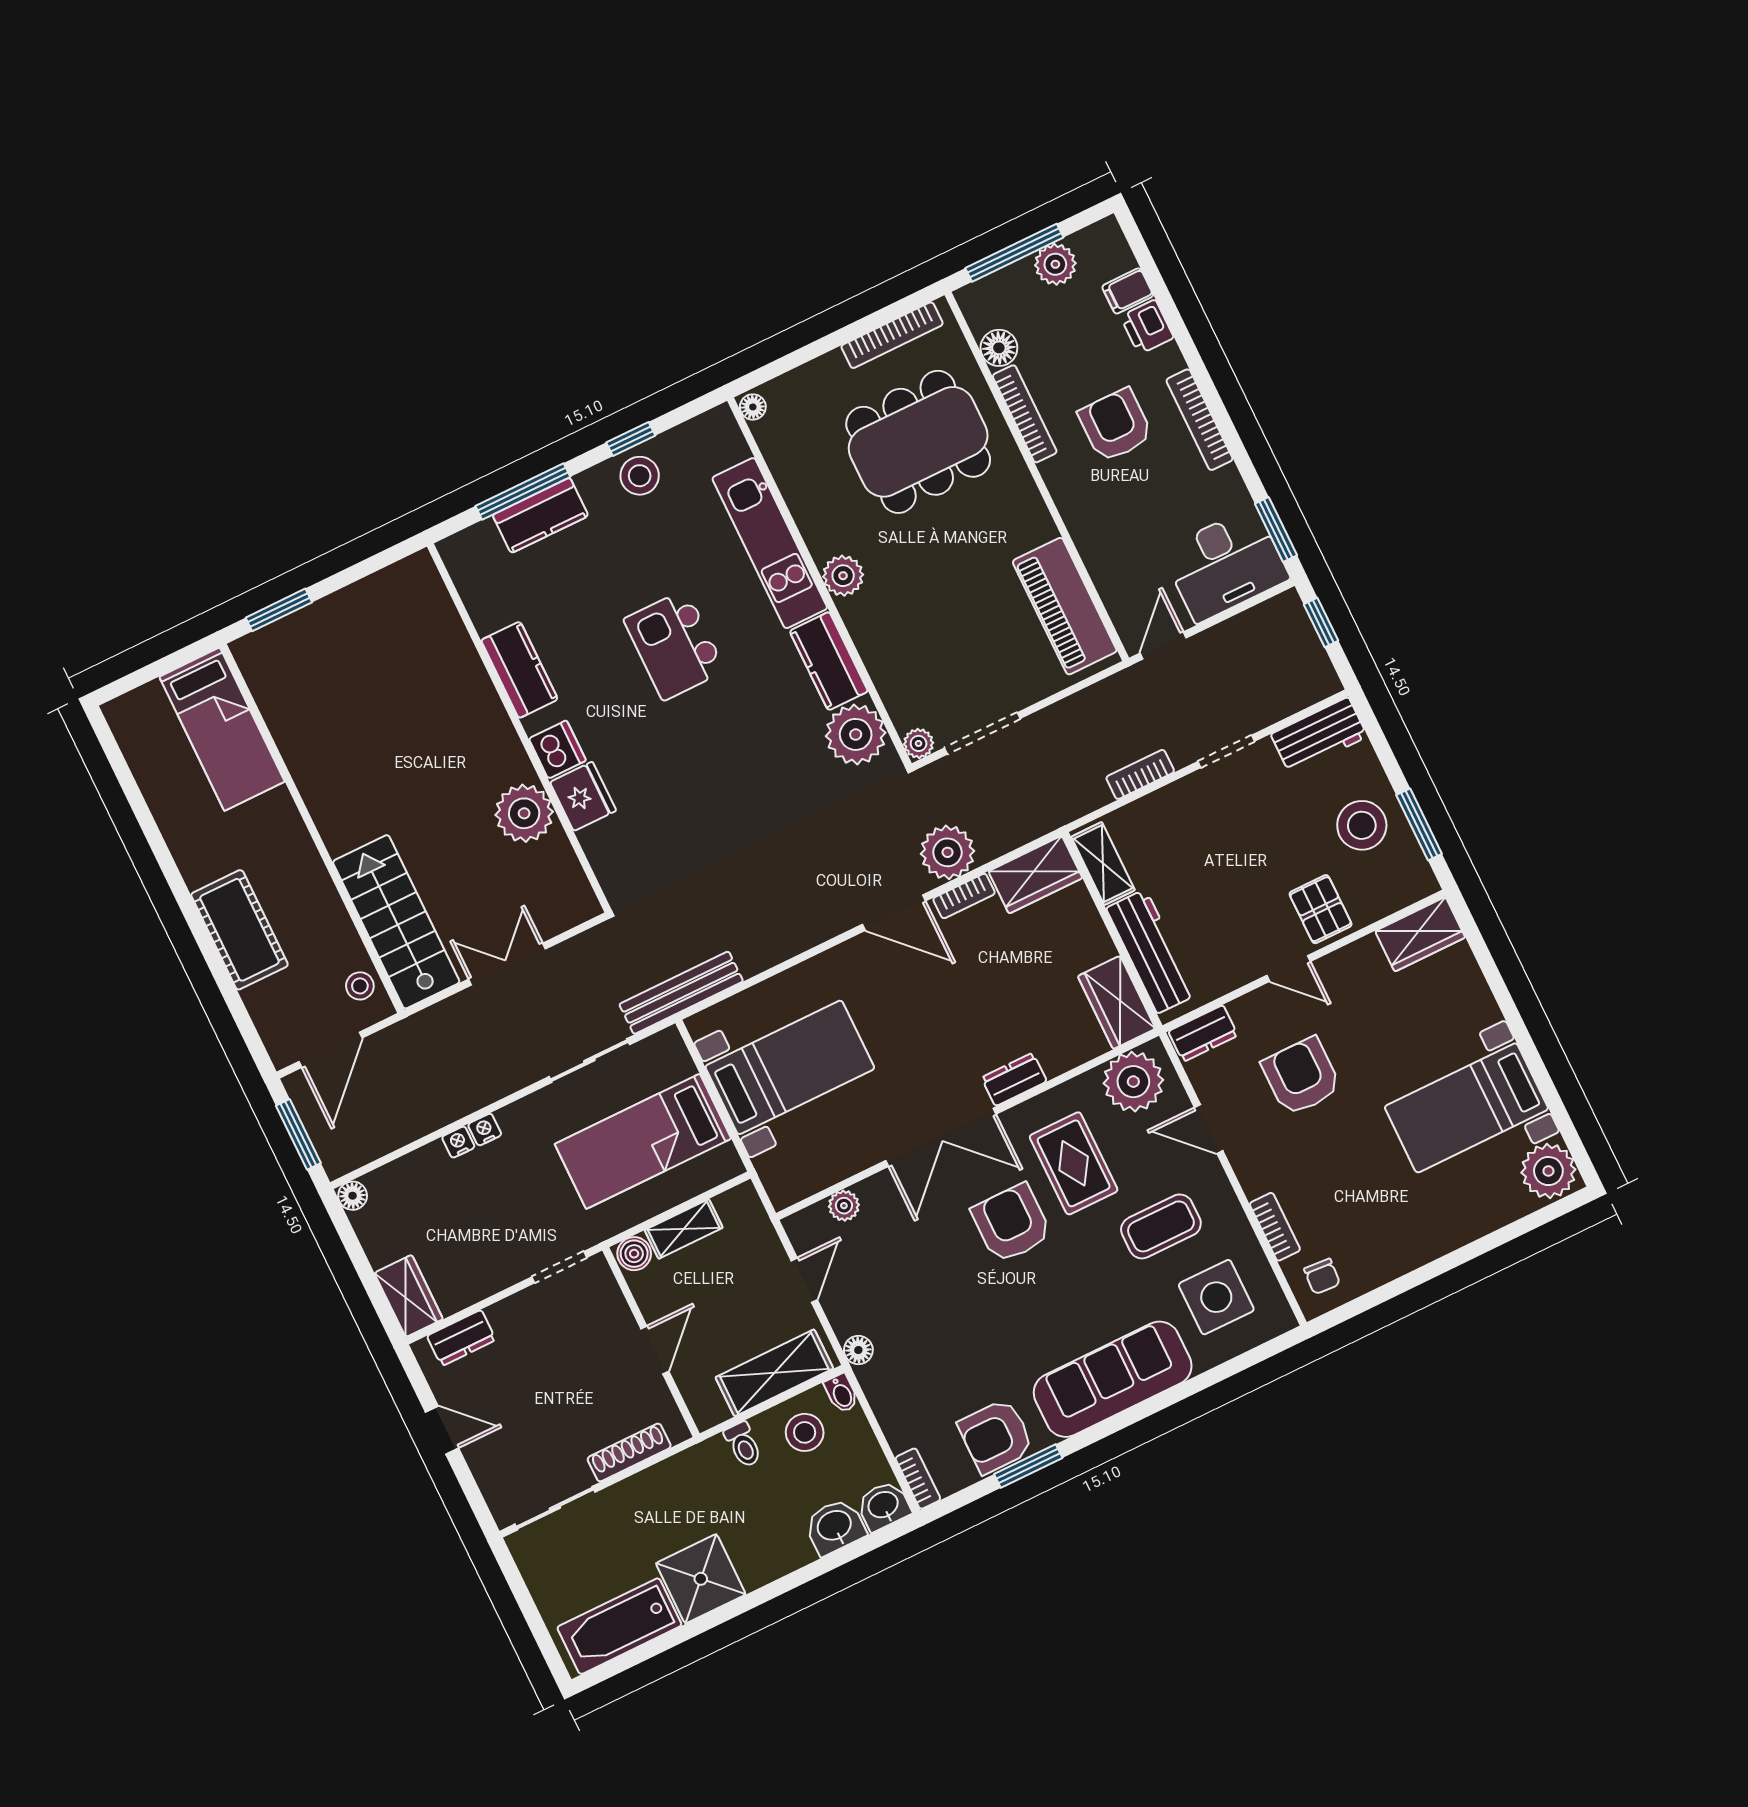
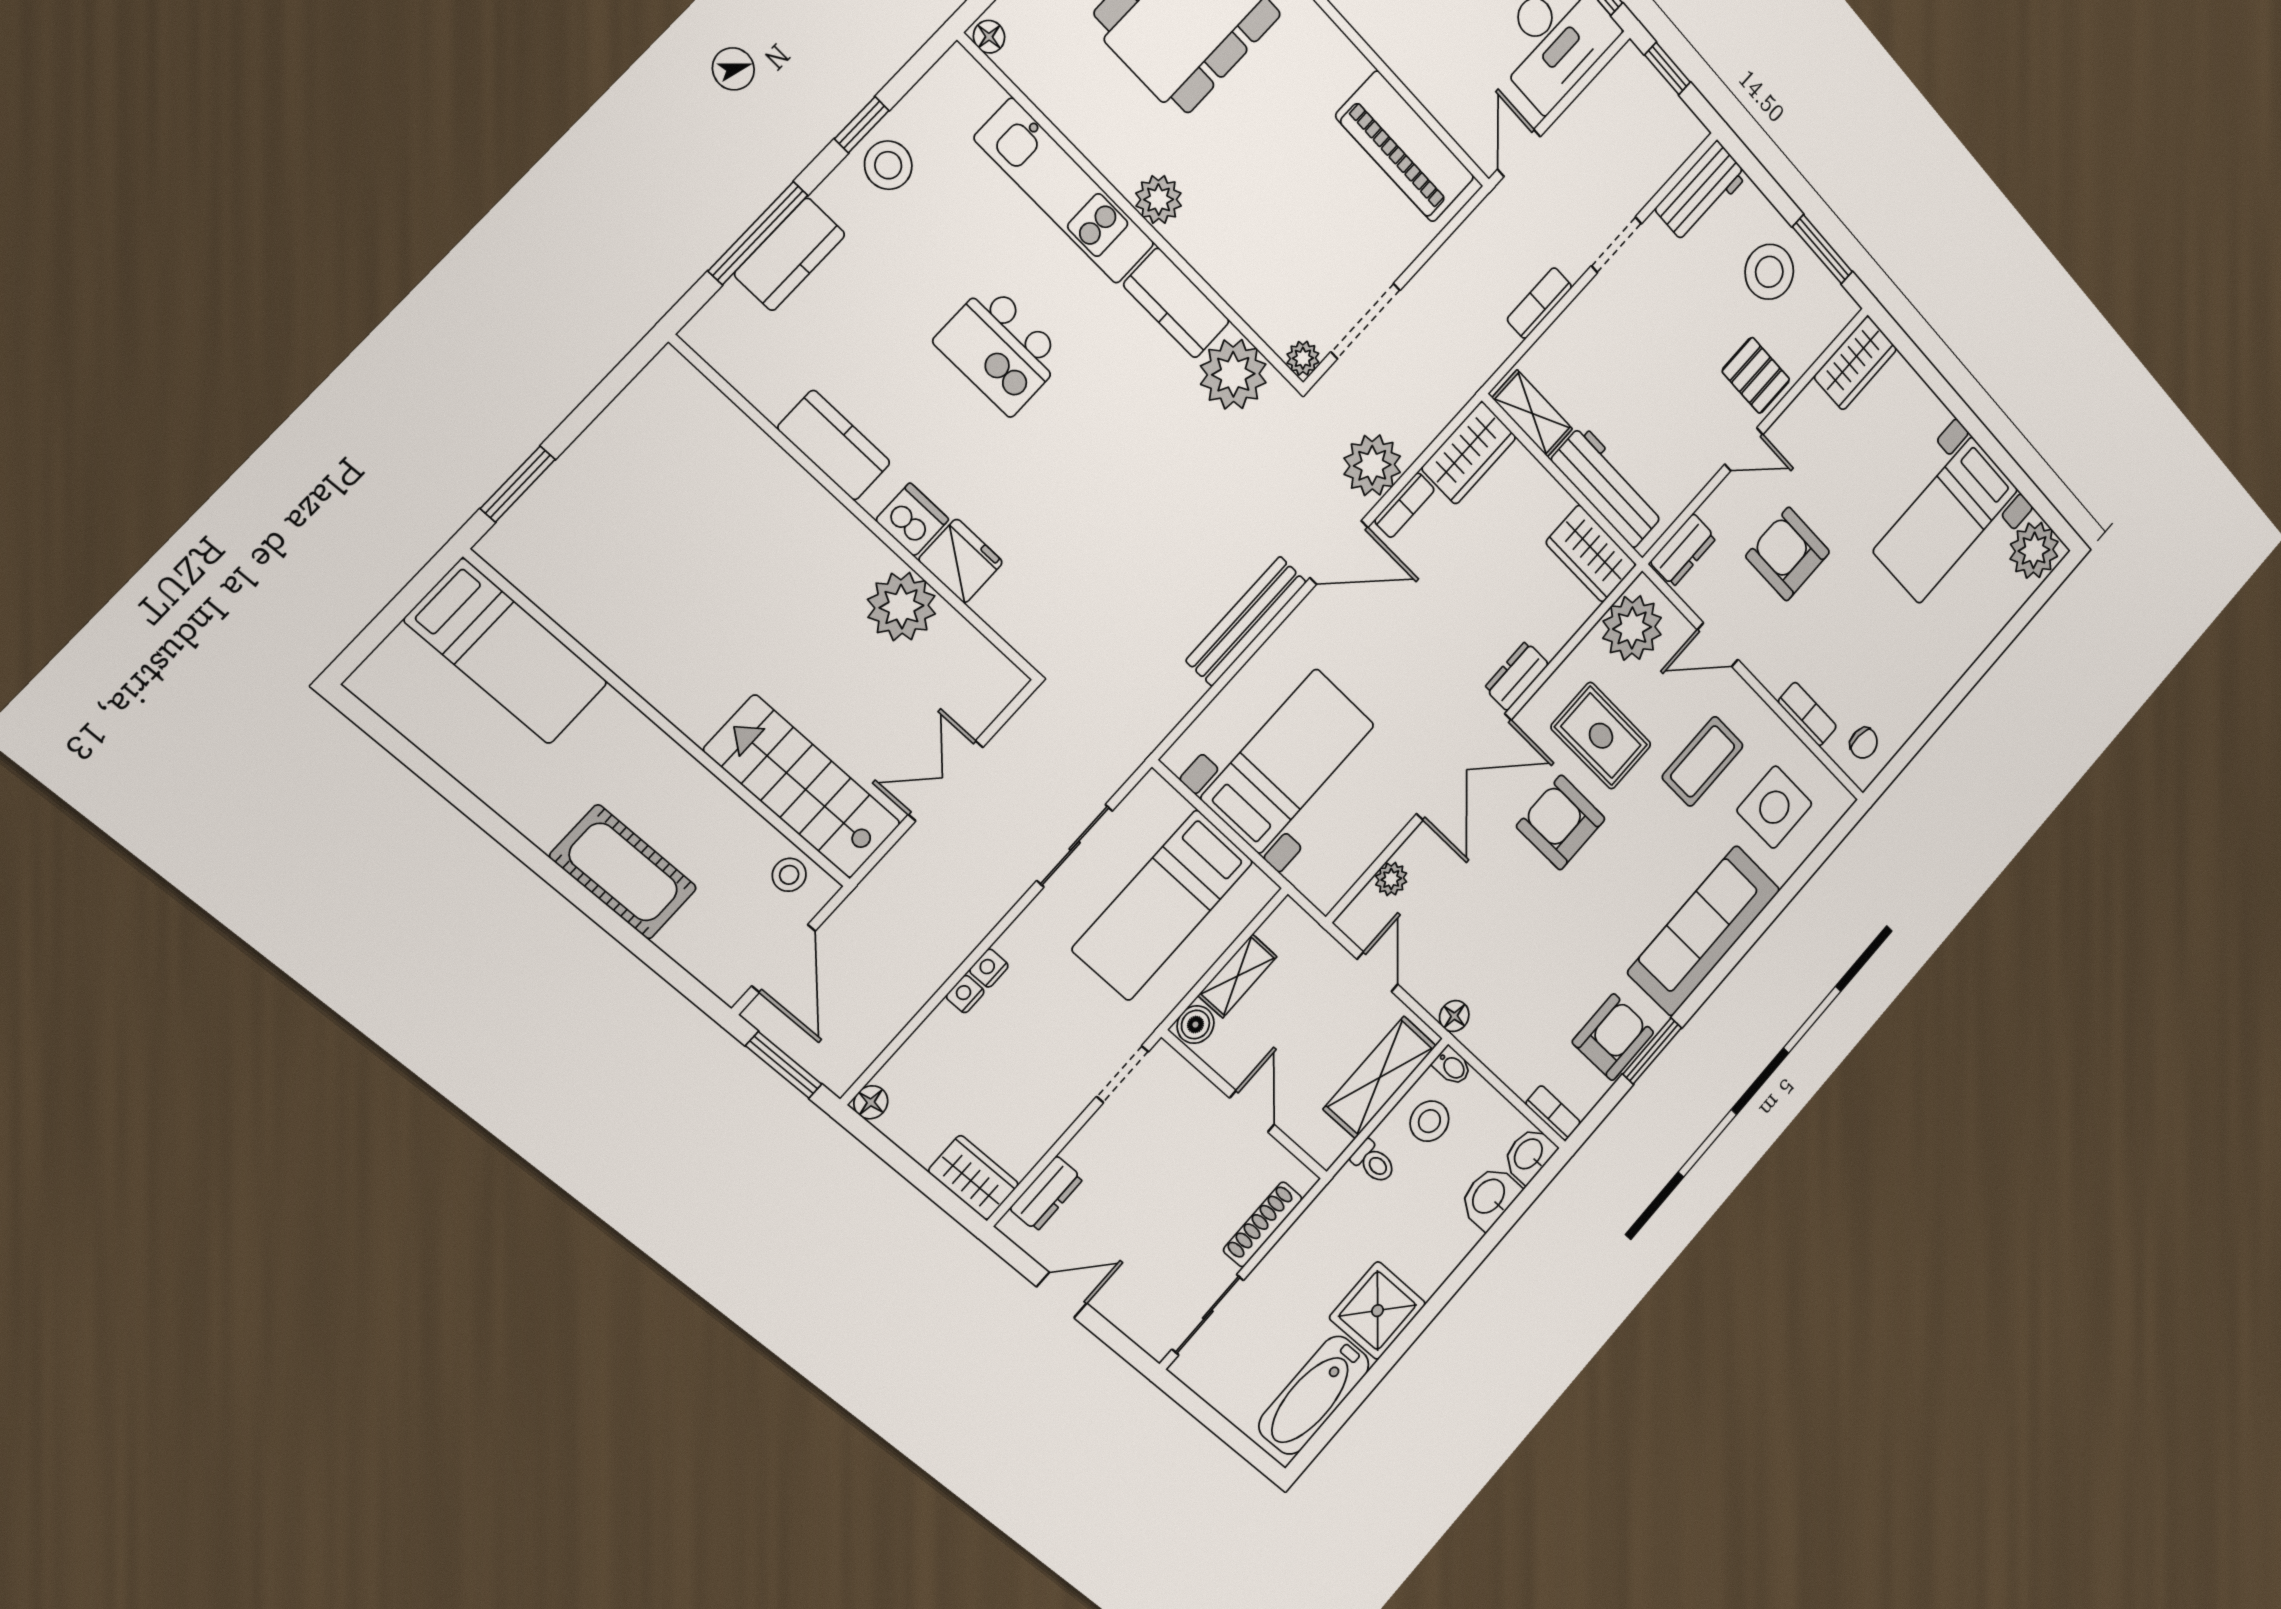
bench: (681, 993) -> (1246, 621), moved
armchair: (996, 1436) -> (1613, 1037), turned 180

